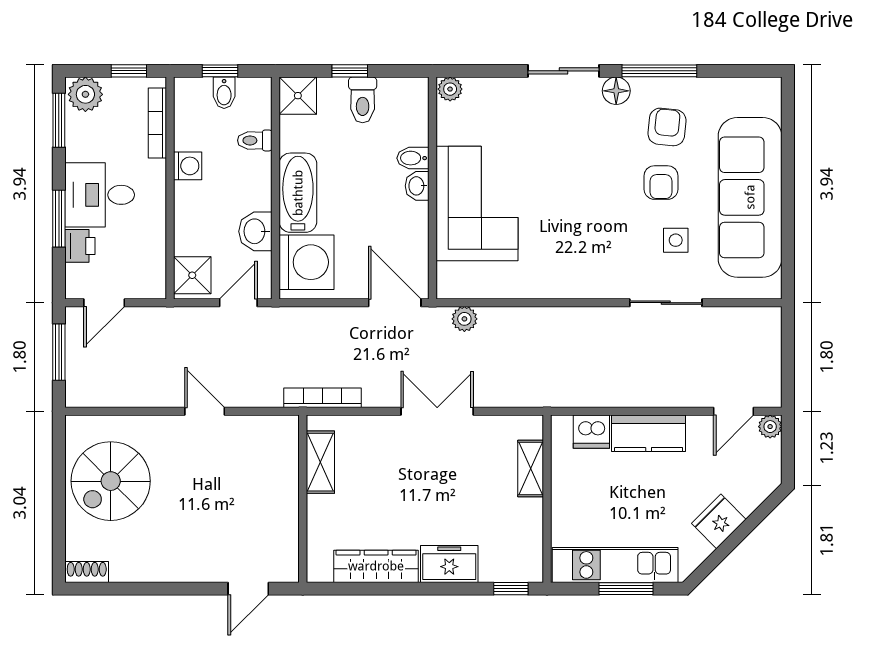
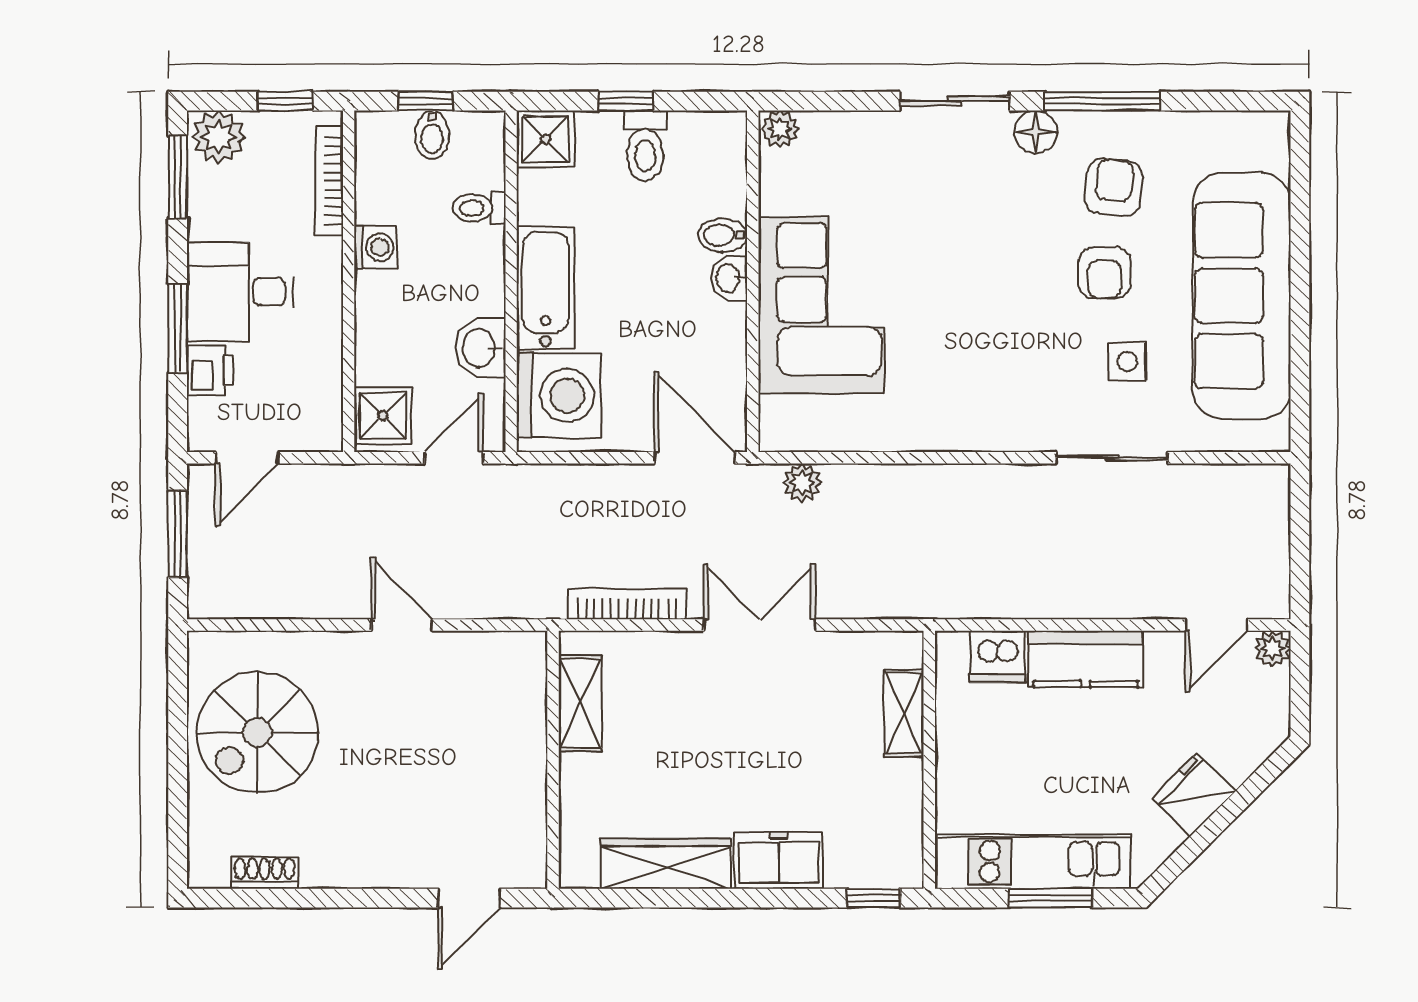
bookcase: (323, 398) -> (627, 604), moved
shoe rack: (87, 572) -> (265, 873), moved

